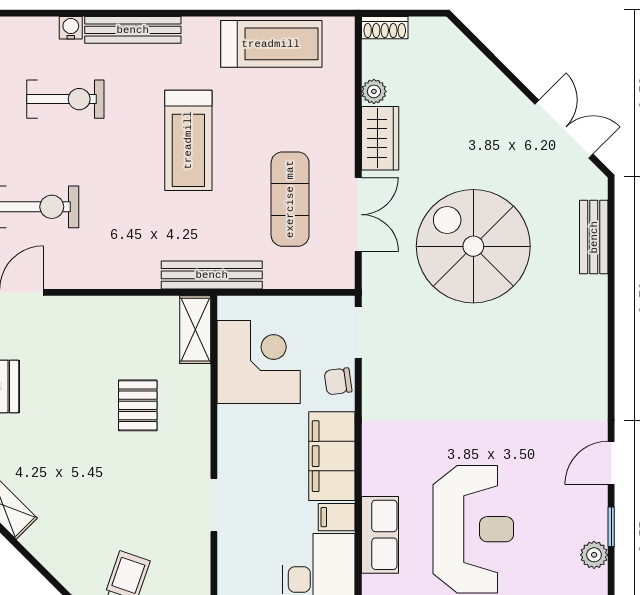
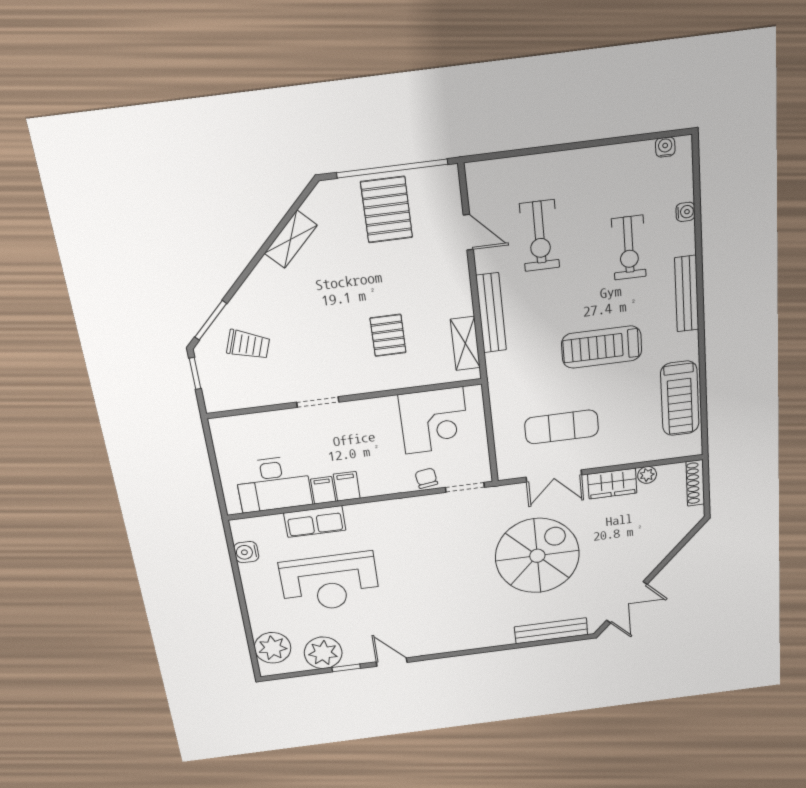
water cooler: (71, 28) -> (685, 212), moved
shoe rack: (385, 28) -> (695, 483), width x1.43
bench: (594, 237) -> (551, 631), width x1.36
bench: (212, 275) -> (491, 313), moved
shelving: (195, 330) -> (465, 343), moved, turned 90
pallet: (138, 405) -> (388, 335), turned 90
filing cabinet: (332, 456) -> (347, 486), width x0.33, depth x0.86
plant: (594, 555) -> (323, 653), width x1.88, depth x1.88

